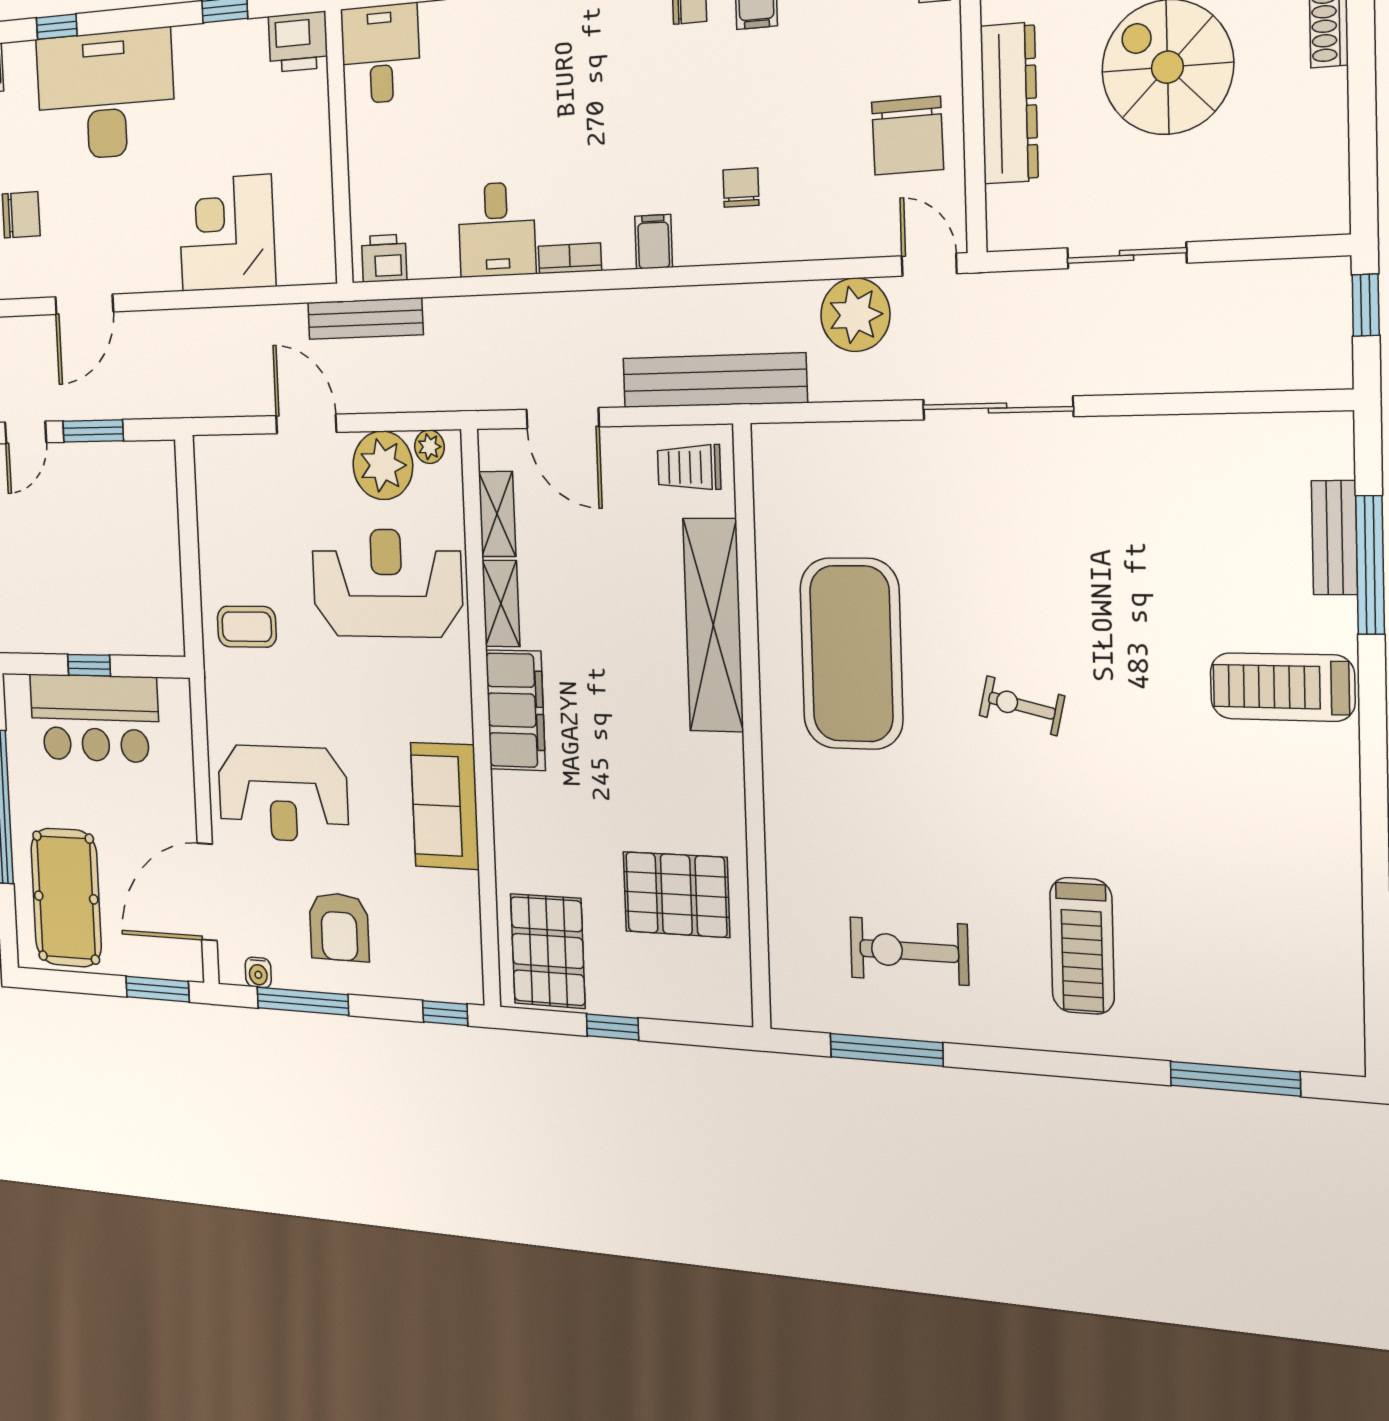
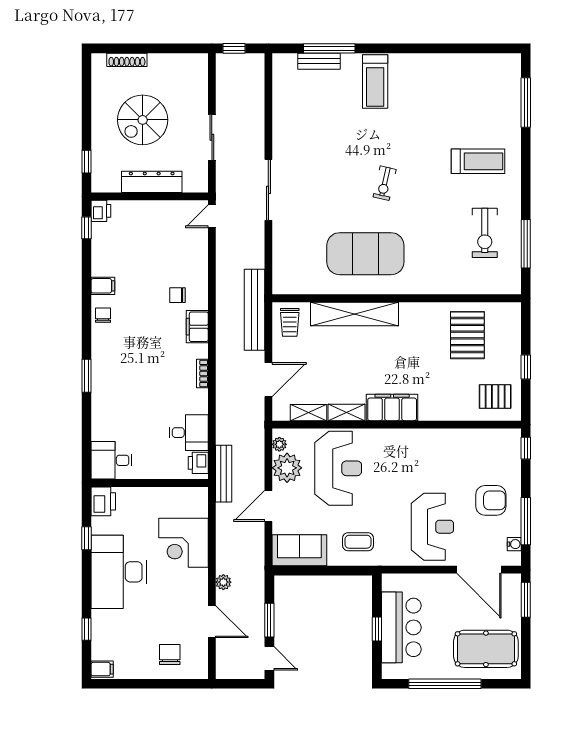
desk: (105, 95) -> (119, 572), moved
chair: (908, 136) -> (161, 224), removed
desk: (497, 230) -> (189, 433), moved
filing cabinet: (654, 242) -> (197, 327), width x2.00
plant: (855, 315) -> (223, 582), moved, width x0.53, depth x0.53
reception desk: (387, 583) -> (338, 468), turned 180
coffee table: (247, 627) -> (358, 542), turned 90
sofa: (445, 806) -> (299, 550), moved, turned 180
pallet: (548, 951) -> (495, 396), width x0.67, depth x0.71

